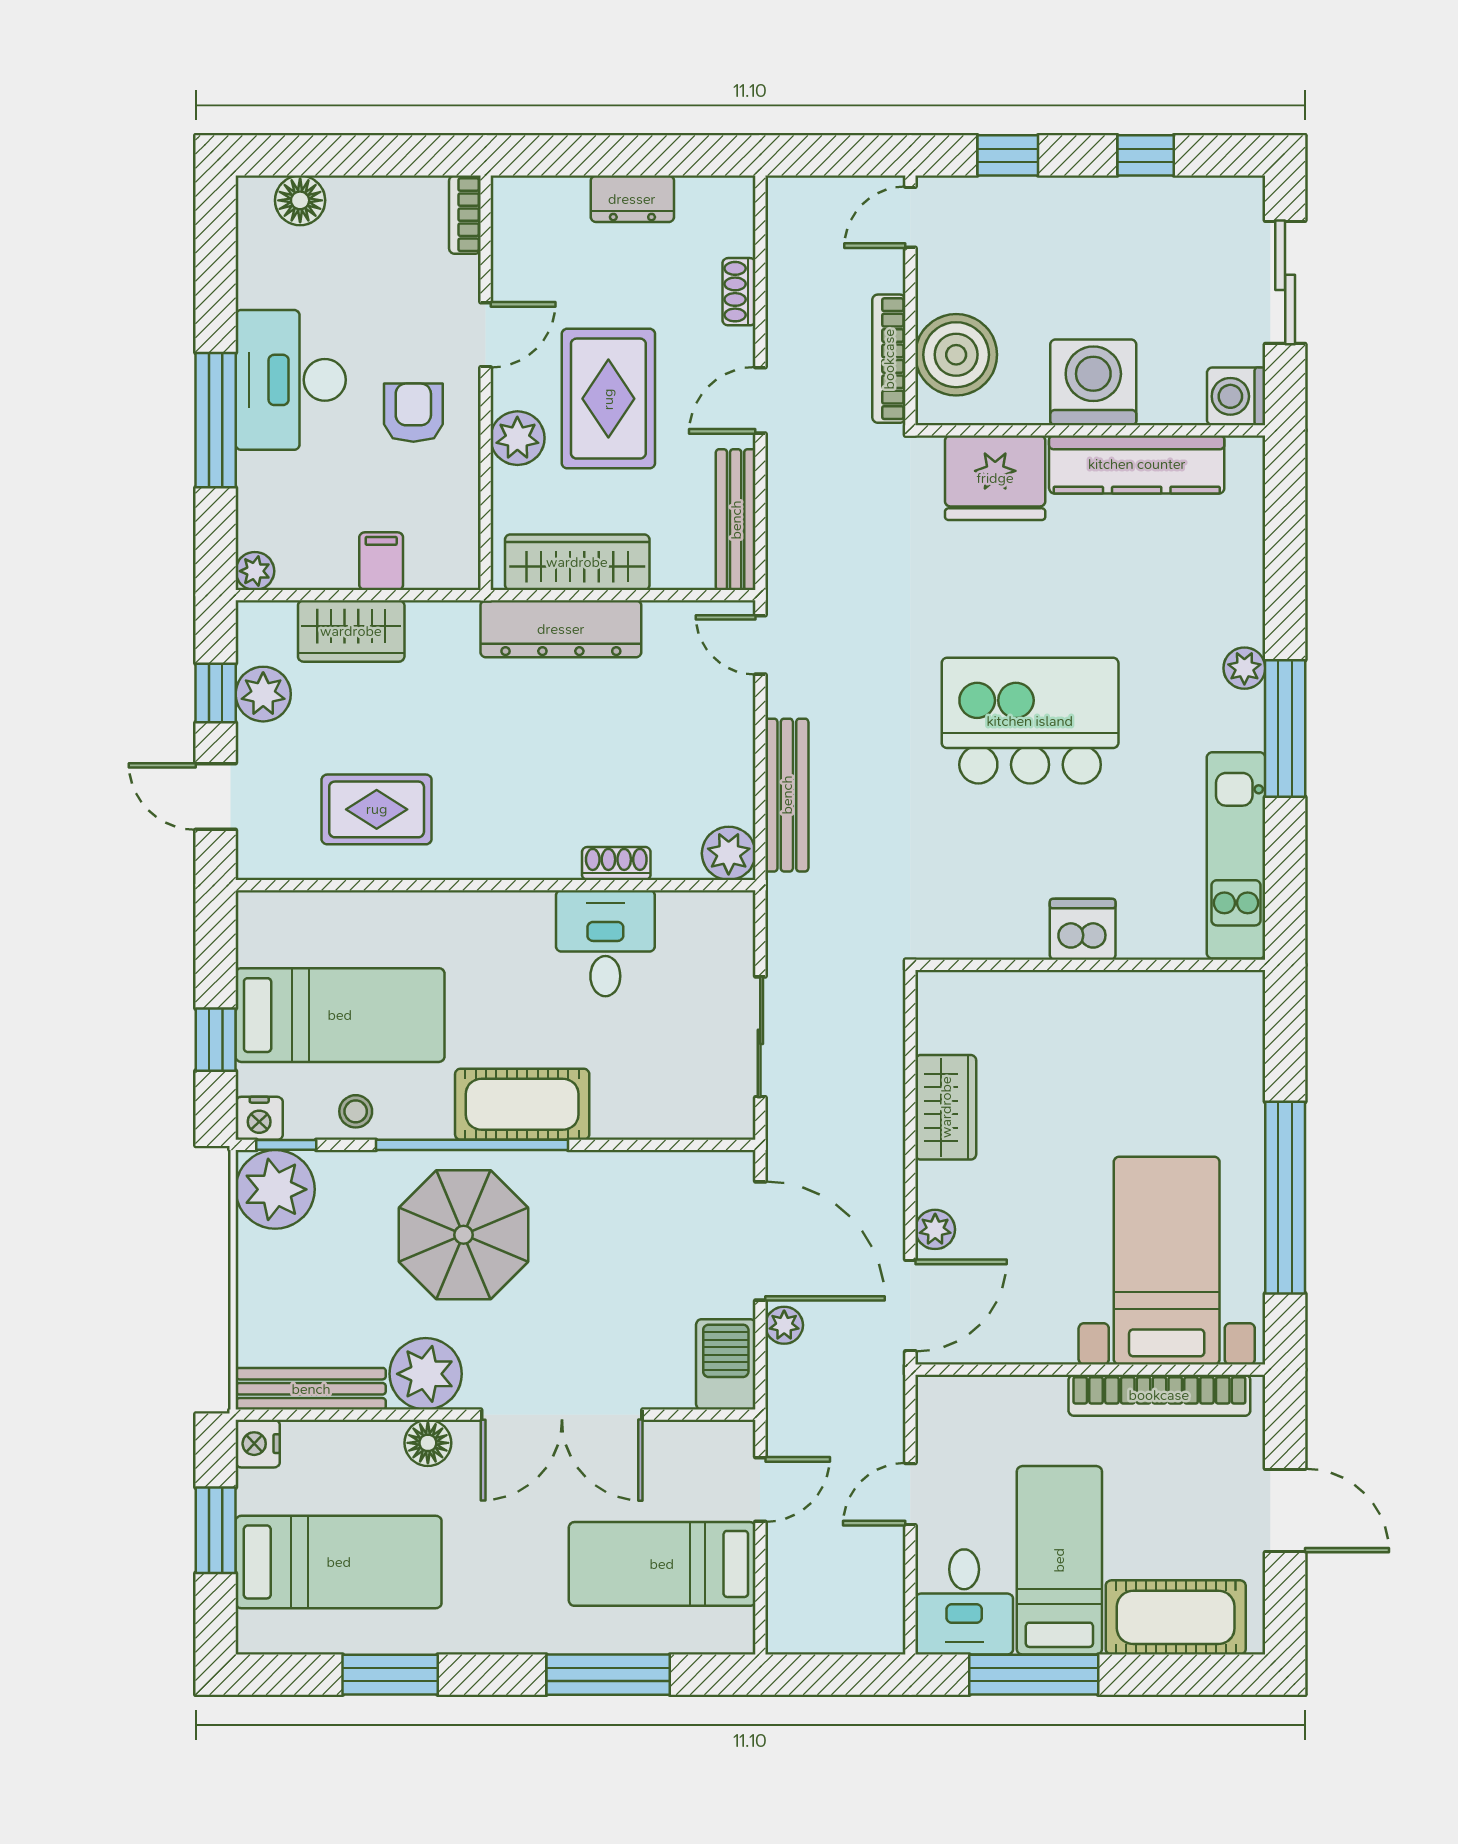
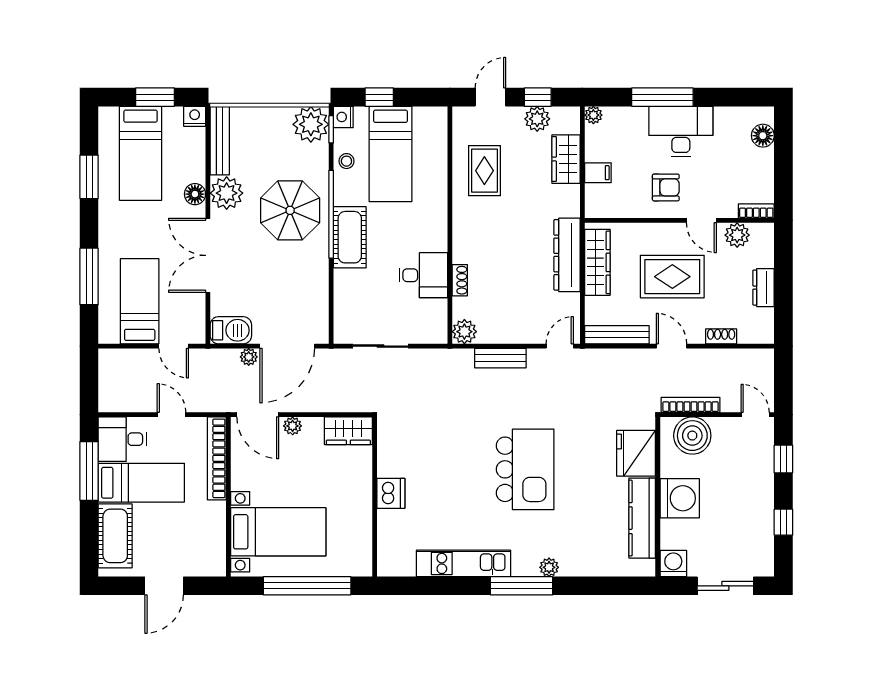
plant: (517, 438) -> (737, 235), moved
bench: (787, 795) -> (500, 358), width x0.73
dishwasher: (1083, 929) -> (391, 493), moved
wall: (1090, 965) -> (375, 497), moved
bookcase: (1159, 1395) -> (217, 458), moved

